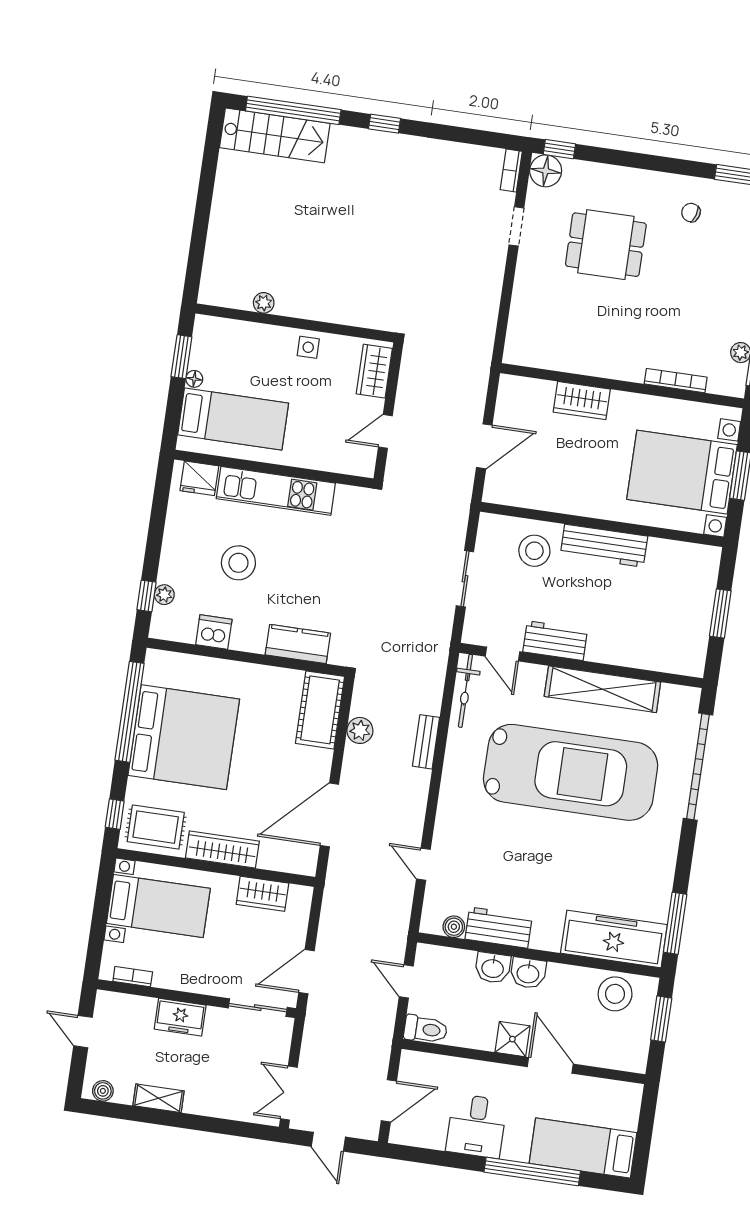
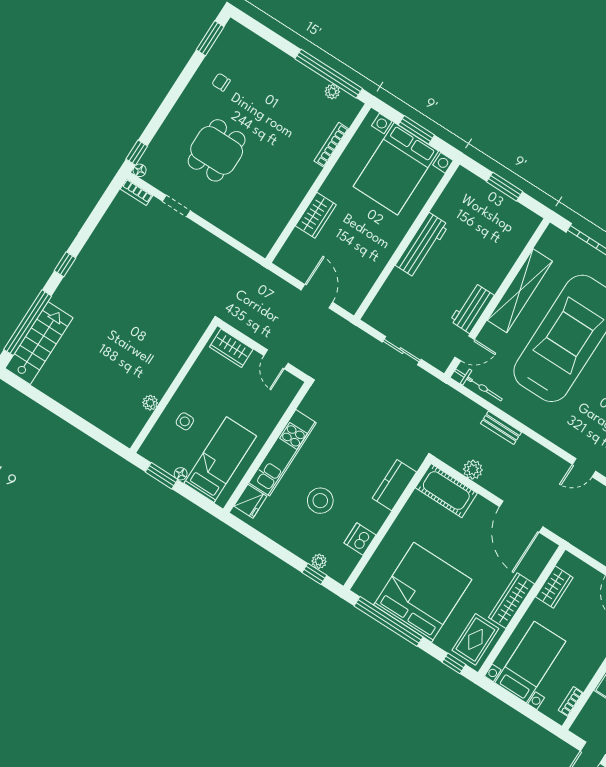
floor lamp: (546, 171) -> (140, 170), width x0.53, depth x0.53
chair: (691, 213) -> (221, 82), turned 73
side table: (308, 347) -> (185, 421), moved
stool: (534, 551) -> (404, 294), removed

